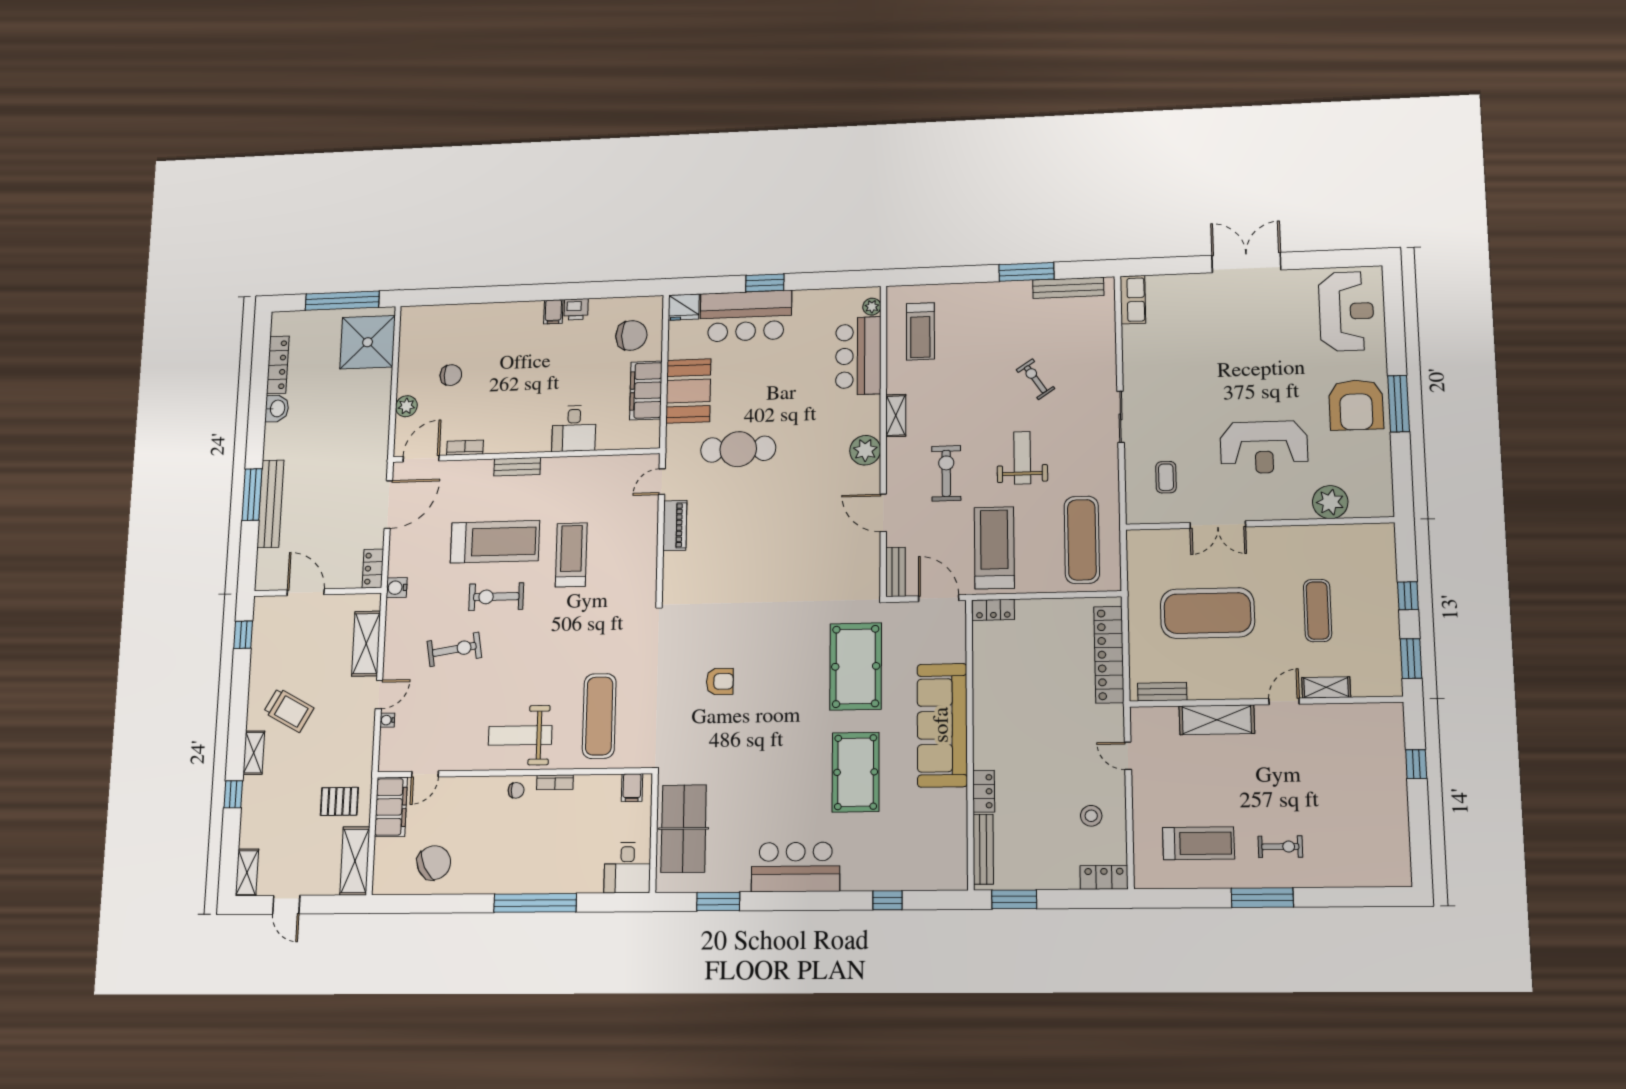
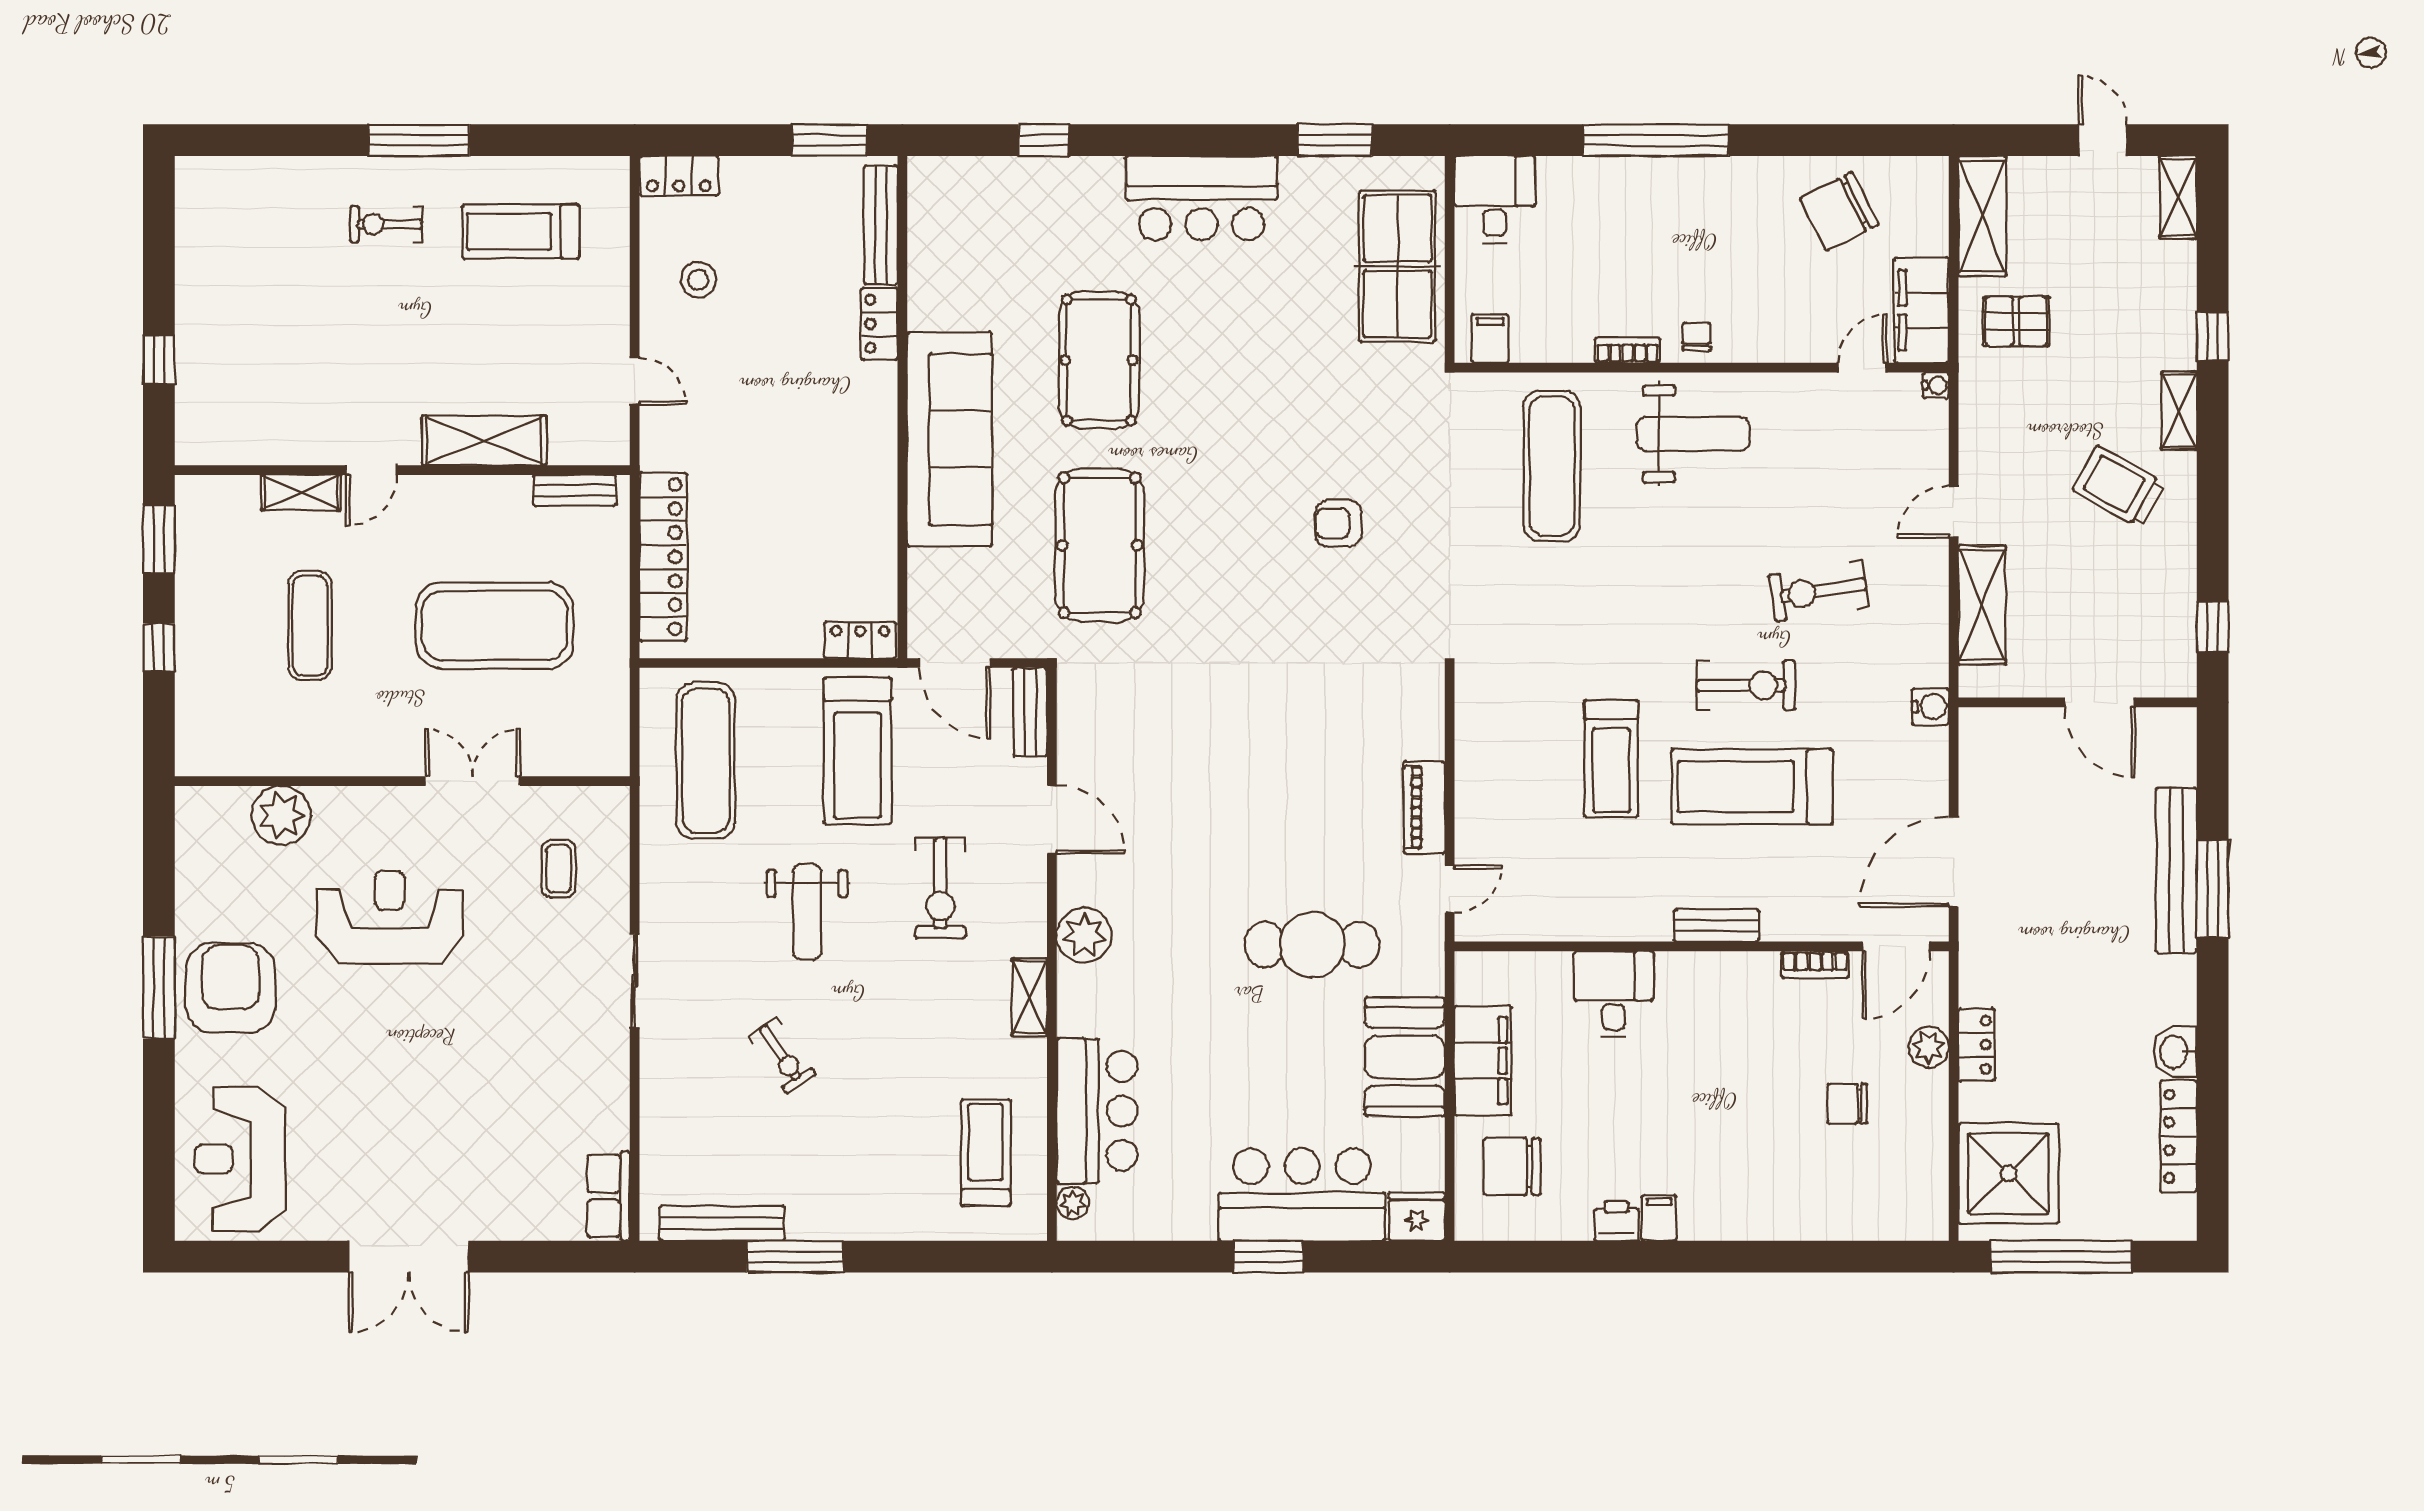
locker: (373, 568) -> (1977, 1045), moved
water cooler: (387, 720) -> (1936, 385), moved
chair: (516, 790) -> (1697, 337), turned 90

